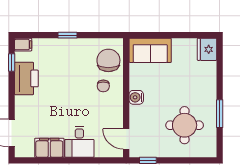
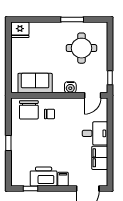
filing cabinet: (23, 45) -> (63, 179), moved
sofa: (150, 50) -> (35, 83), moved, turned -90
chair: (108, 60) -> (29, 110), turned -90
water cooler: (136, 97) -> (70, 87), moved

